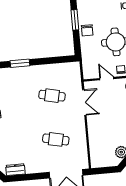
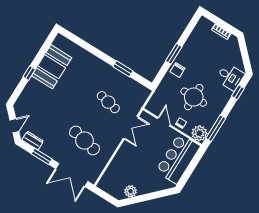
window: (20, 63) -> (123, 69), moved
cafe table: (56, 139) -> (84, 141), width x1.37, depth x1.35
window: (32, 177) -> (42, 156), added

